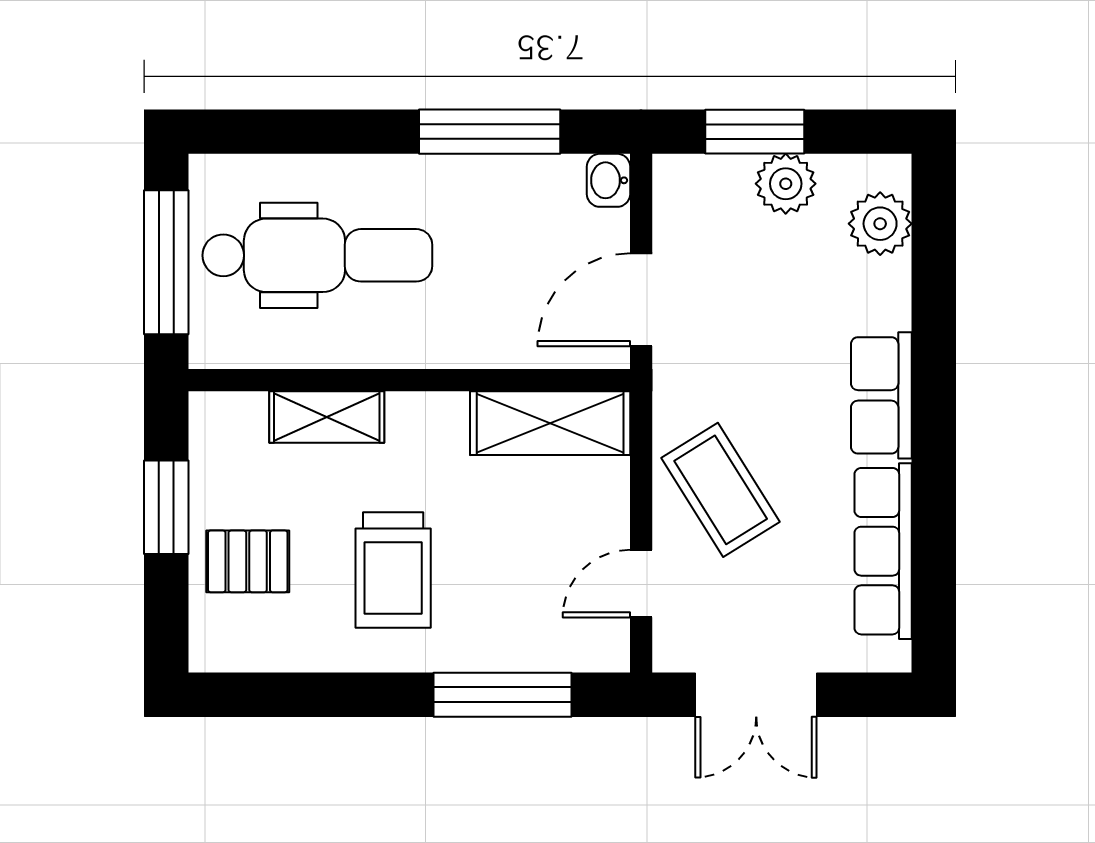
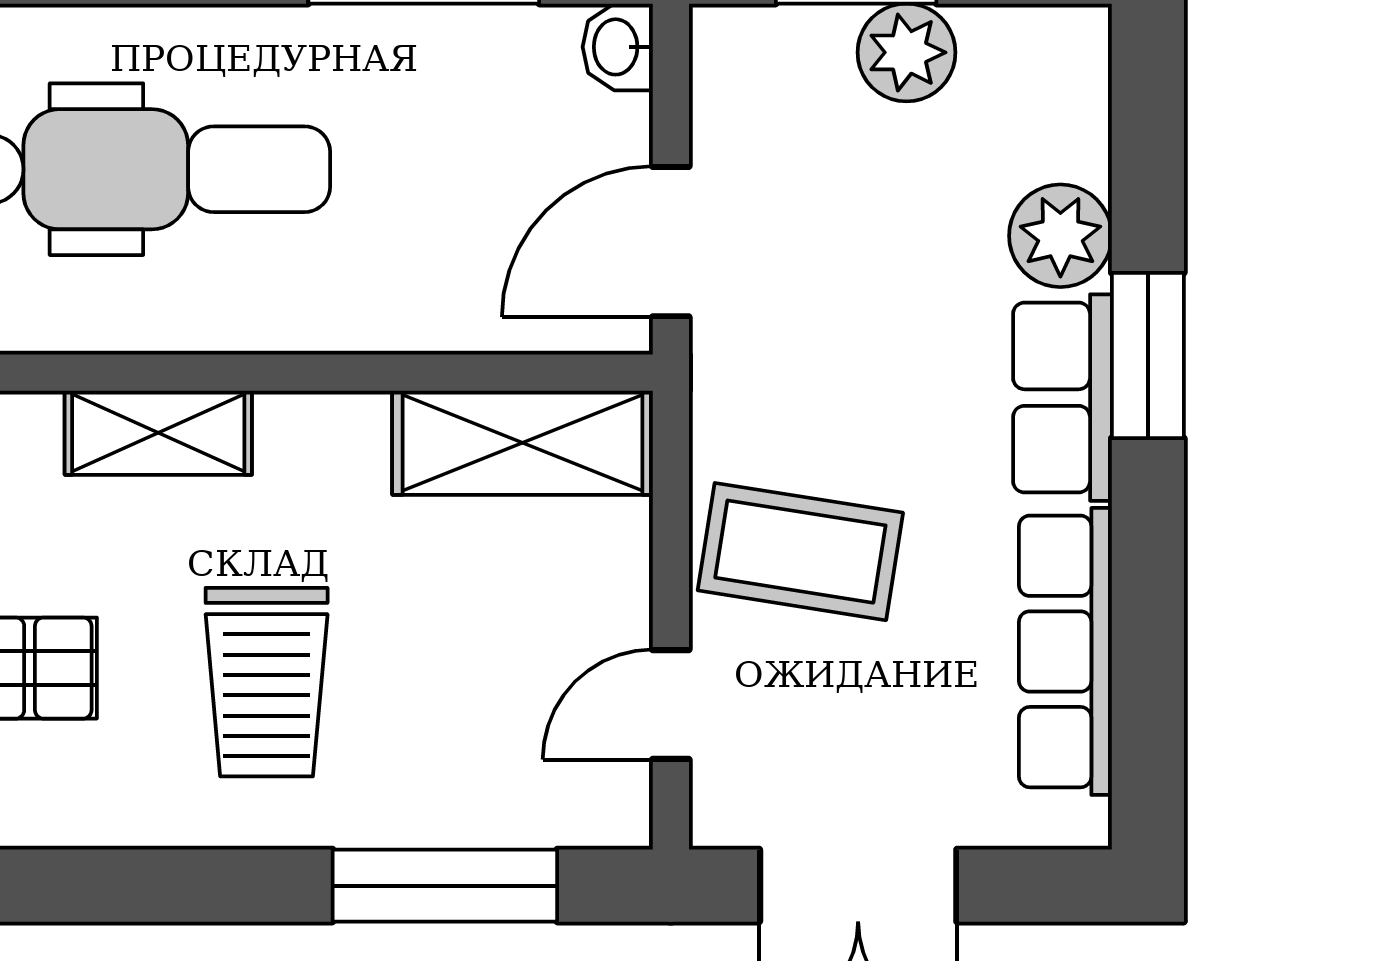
plant: (880, 224) -> (1060, 236), moved
window: (934, 370) -> (1148, 356), added
coffee table: (721, 490) -> (800, 552), turned -49

